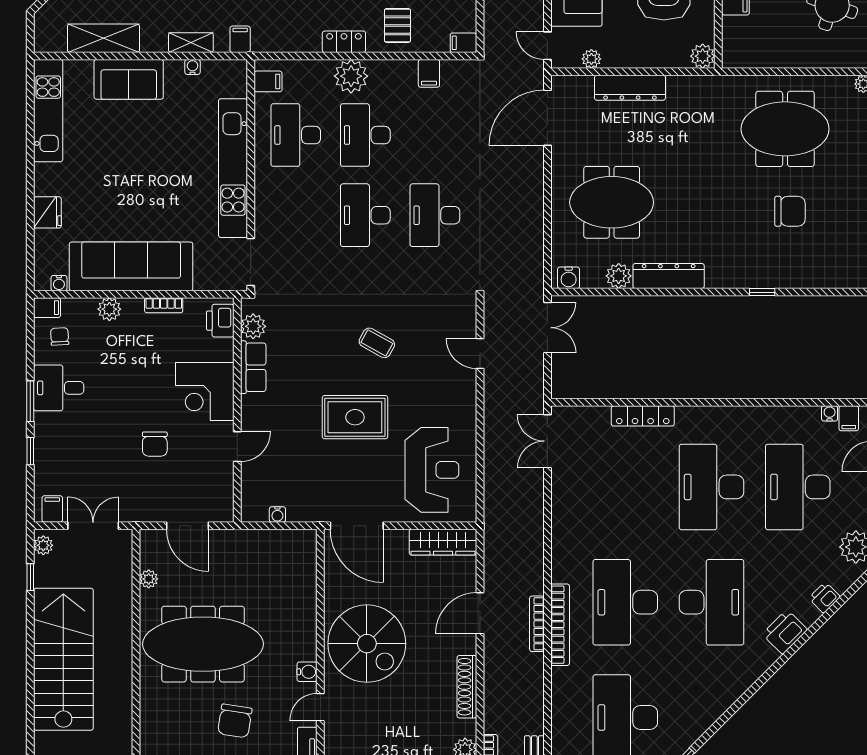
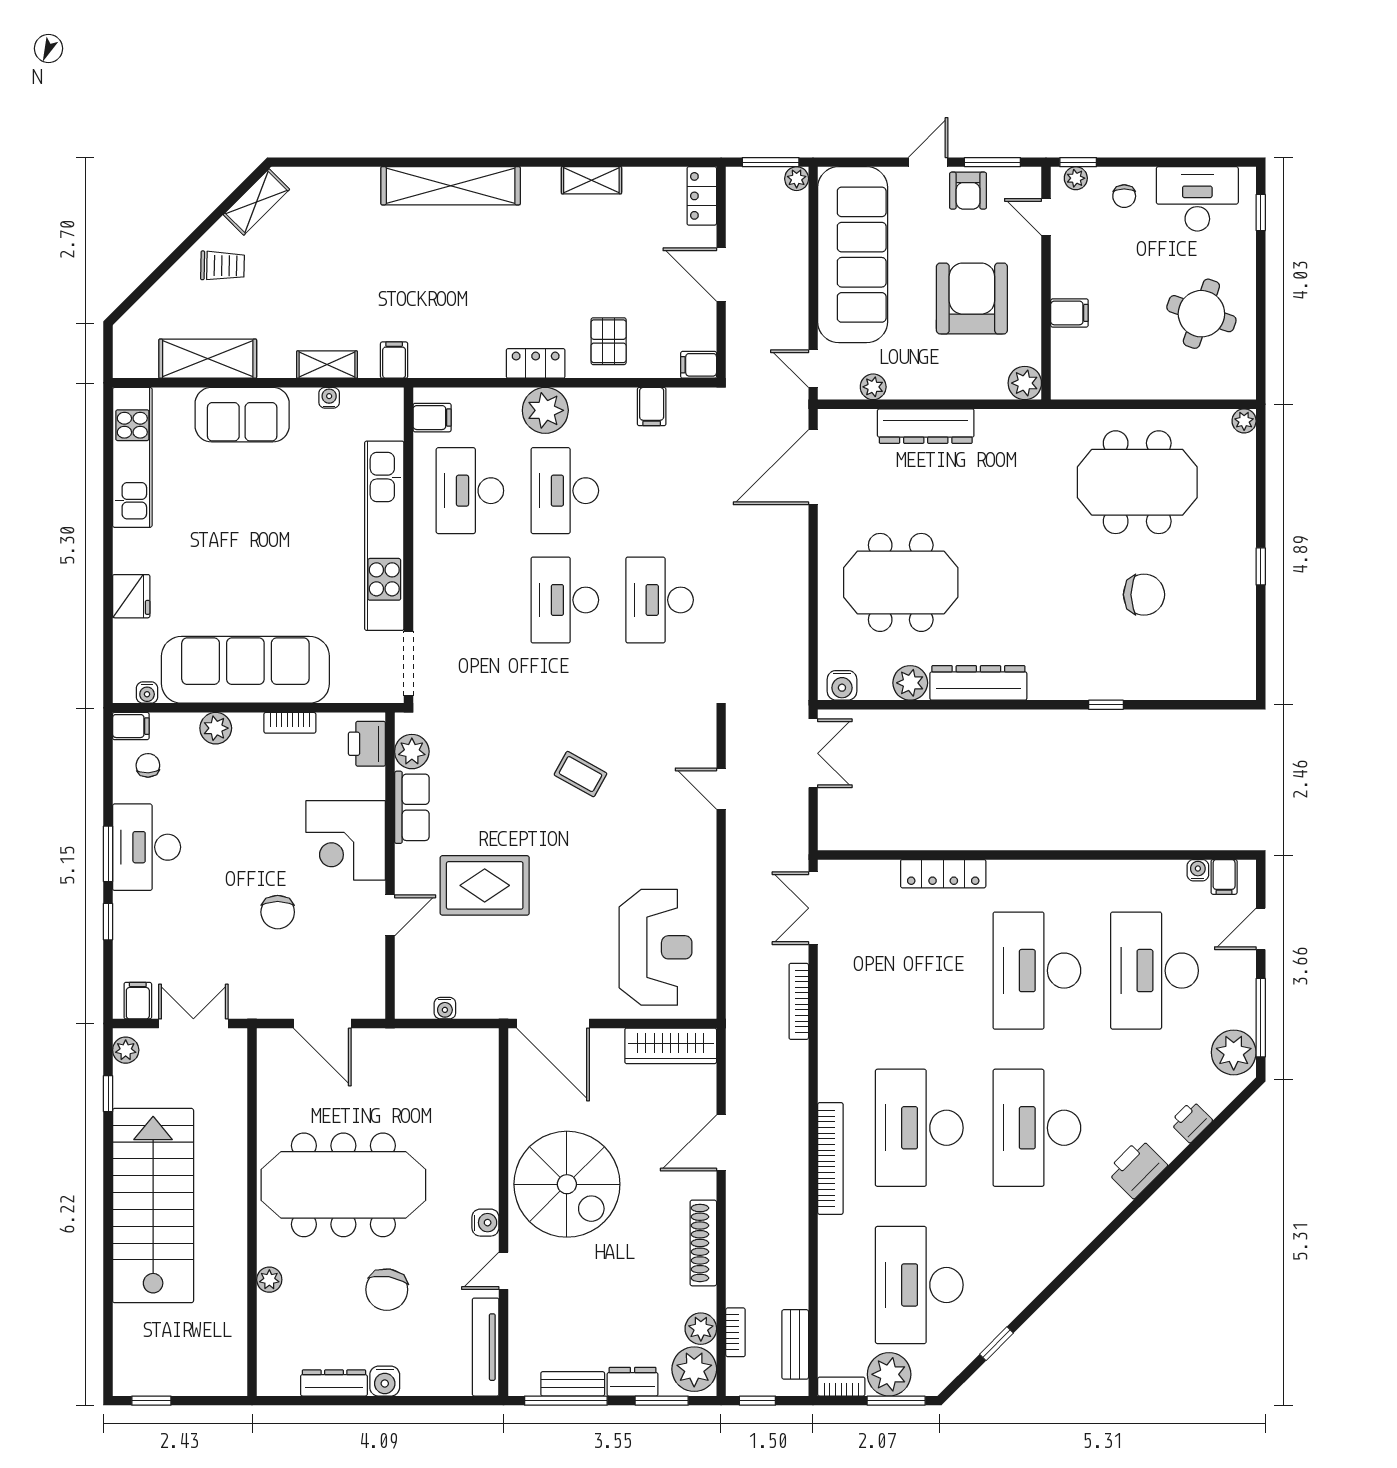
desk: (59, 388) -> (147, 847), width x1.37
rug: (355, 417) -> (485, 885), moved
plant: (149, 579) -> (269, 1280), moved
desk: (711, 602) -> (1037, 1128), turned 180
bookcase: (537, 624) -> (799, 1001), moved

